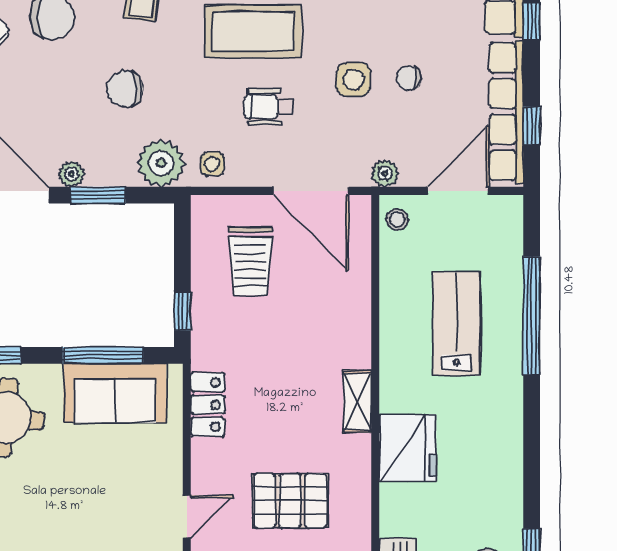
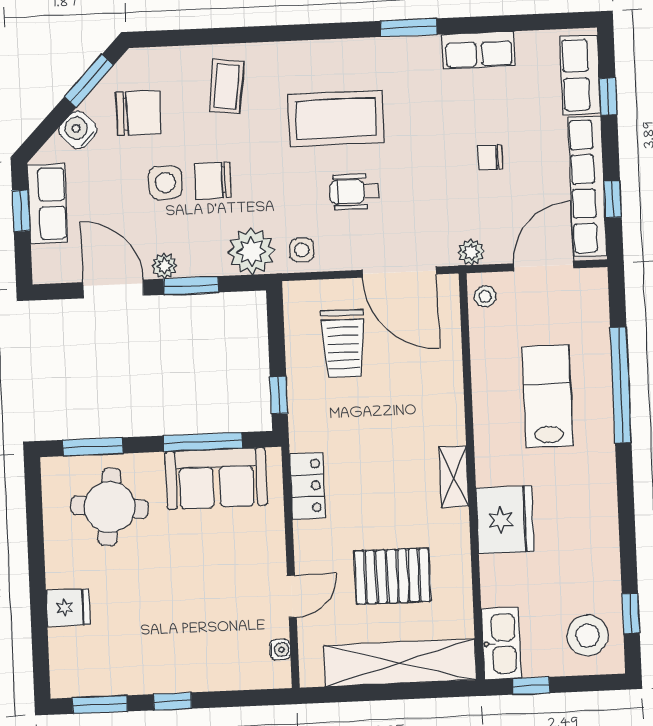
side table: (354, 80) -> (165, 182), moved

